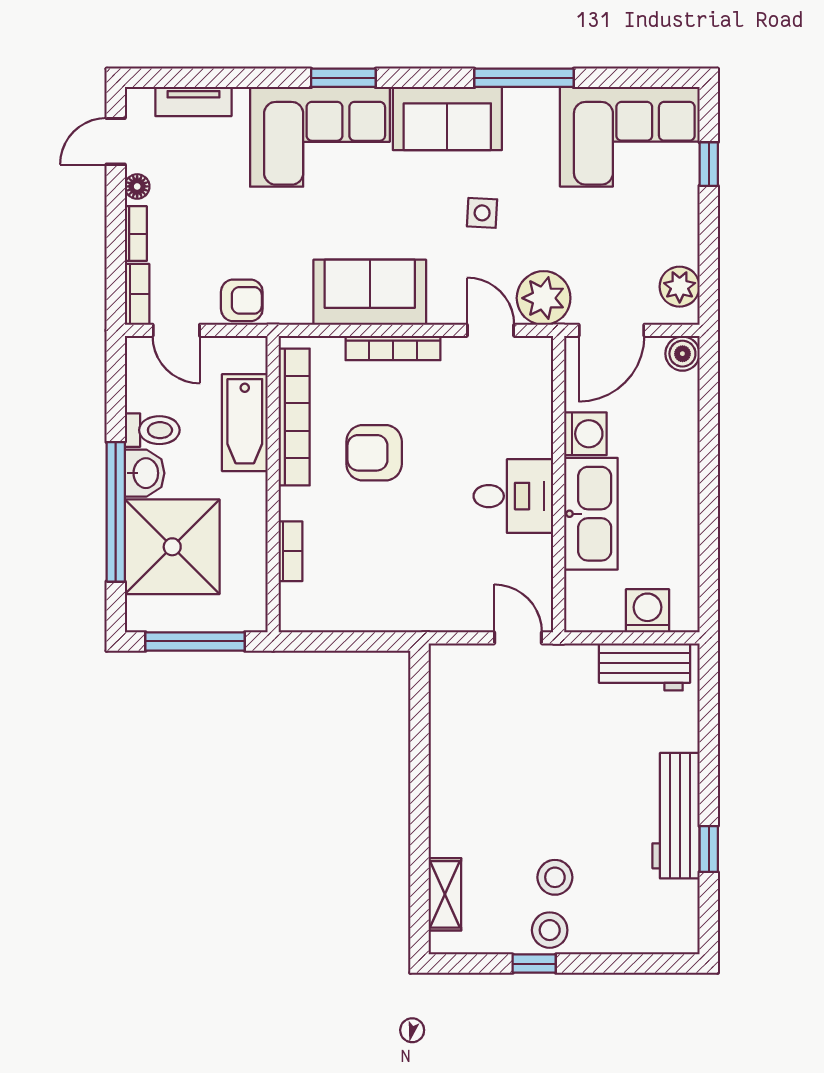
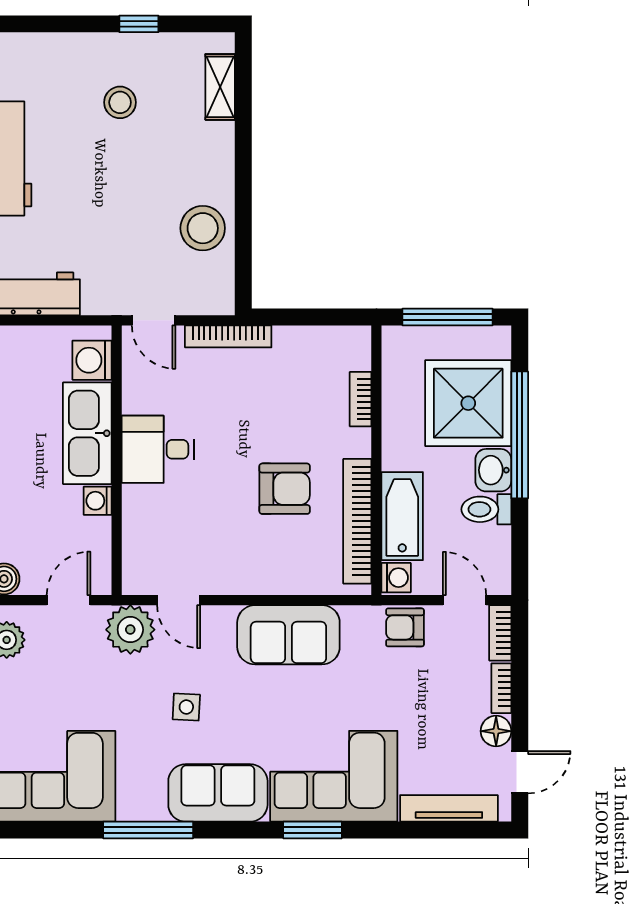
tv unit: (193, 102) -> (449, 808), width x1.41
floor lamp: (137, 186) -> (496, 731), width x1.37, depth x1.37
door: (612, 330) -> (69, 600), width x0.73
bookcase: (393, 348) -> (228, 336), moved, turned 180
washing machine: (251, 355) -> (396, 578), added
washing machine: (585, 434) -> (98, 501), width x0.73, depth x0.73
washing machine: (647, 611) -> (92, 360), moved, turned 90
stool: (550, 930) -> (203, 228), moved, width x1.38, depth x1.38

